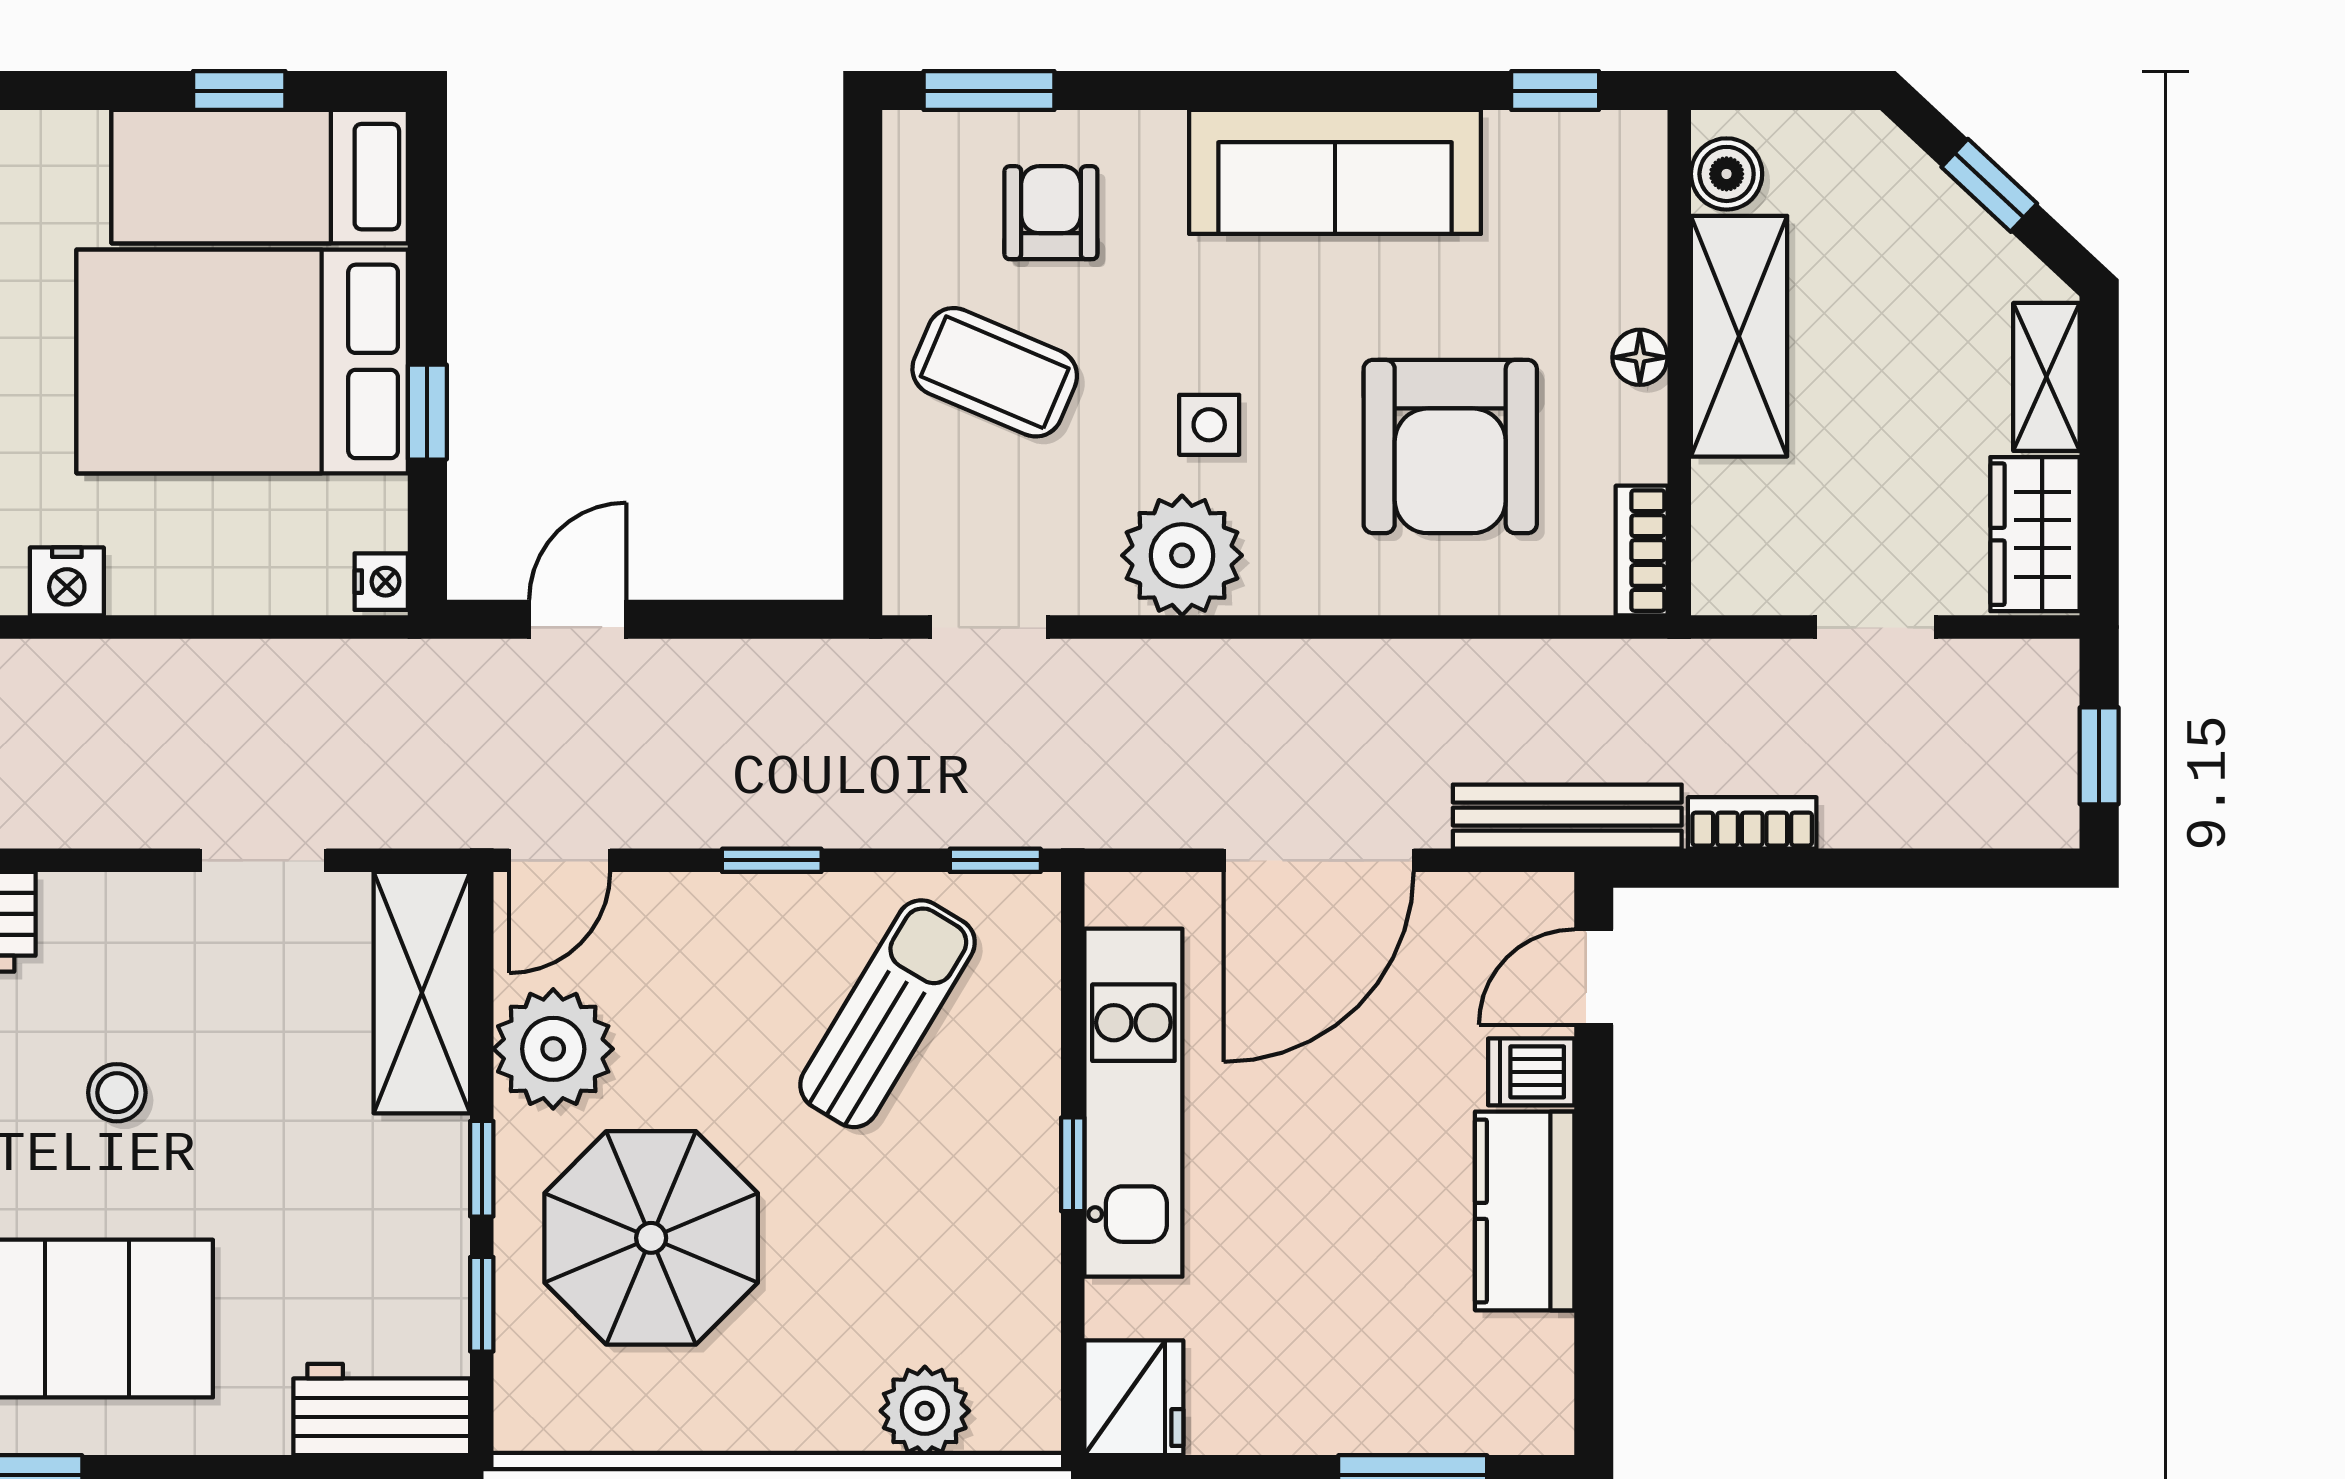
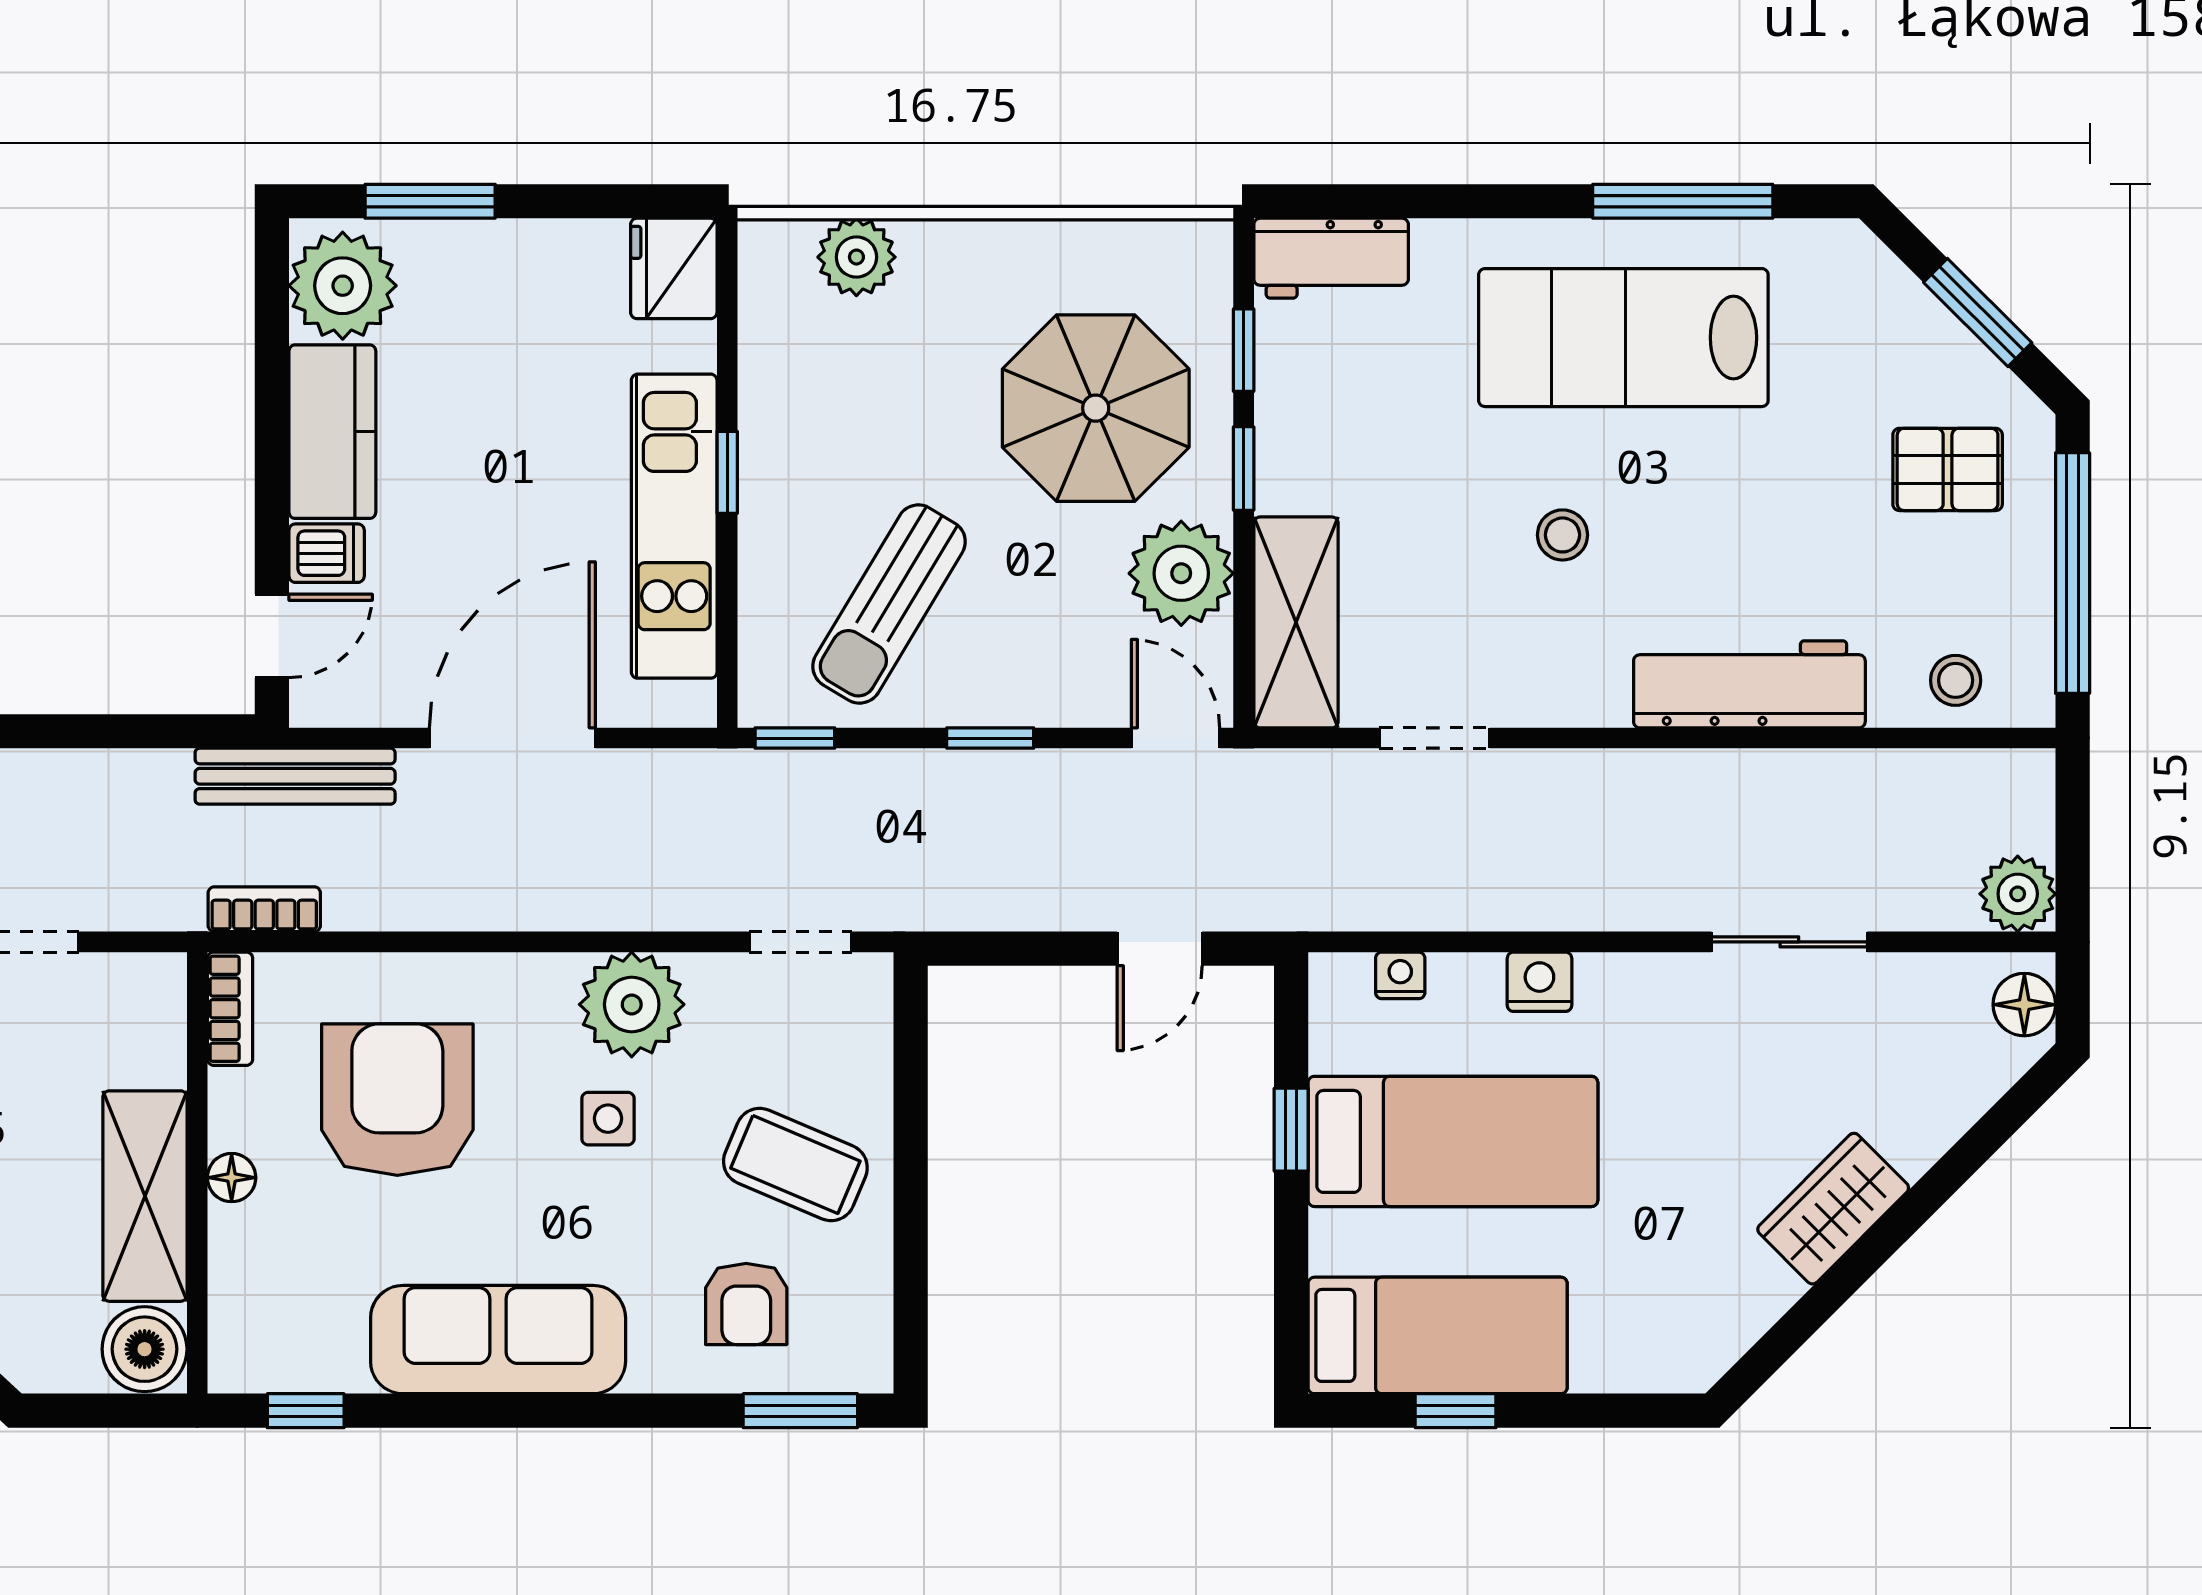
boiler: (1727, 174) -> (145, 1349), width x1.36, depth x1.36
bed: (242, 361) -> (1453, 1141), width x0.67
nightstand: (67, 581) -> (1539, 982), moved
nightstand: (381, 582) -> (1400, 975), moved, turned 90
bookcase: (1752, 823) -> (264, 909), moved, turned 180
door: (560, 860) -> (1176, 738), hinge flipped
plant: (1513, 1378) -> (343, 286), added

